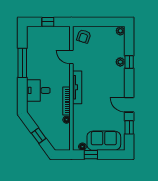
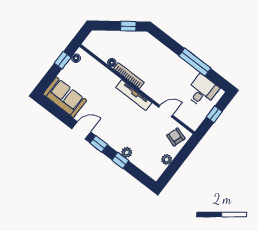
plant: (120, 31) -> (167, 160), moved
desk: (38, 90) -> (202, 91), moved
window: (129, 127) -> (99, 144), moved
window: (39, 136) -> (128, 26), moved
sofa: (104, 141) -> (65, 97), moved, turned -90

